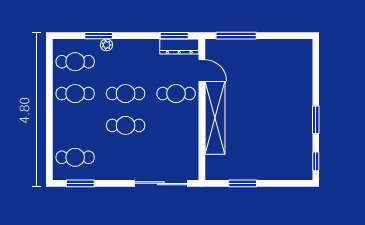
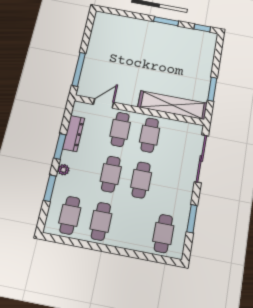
window: (174, 36) -> (60, 146), moved
plant: (106, 45) -> (63, 170), moved
dresser: (179, 46) -> (74, 134), moved
shelving: (215, 118) -> (173, 105), moved
cafe table: (176, 125) -> (150, 135), added
window: (80, 183) -> (192, 219), moved

